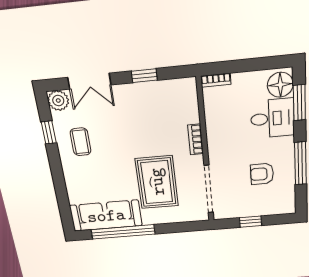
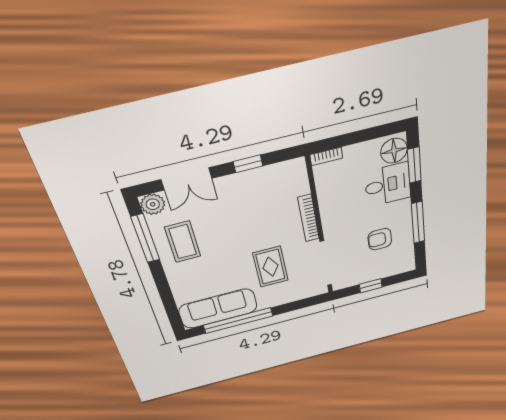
window: (49, 132) -> (145, 238), width x2.17
bookcase: (195, 139) -> (309, 218), width x1.56
coffee table: (81, 142) -> (183, 242), width x1.36, depth x1.30
rug: (157, 182) -> (271, 267), width x0.73, depth x0.70

